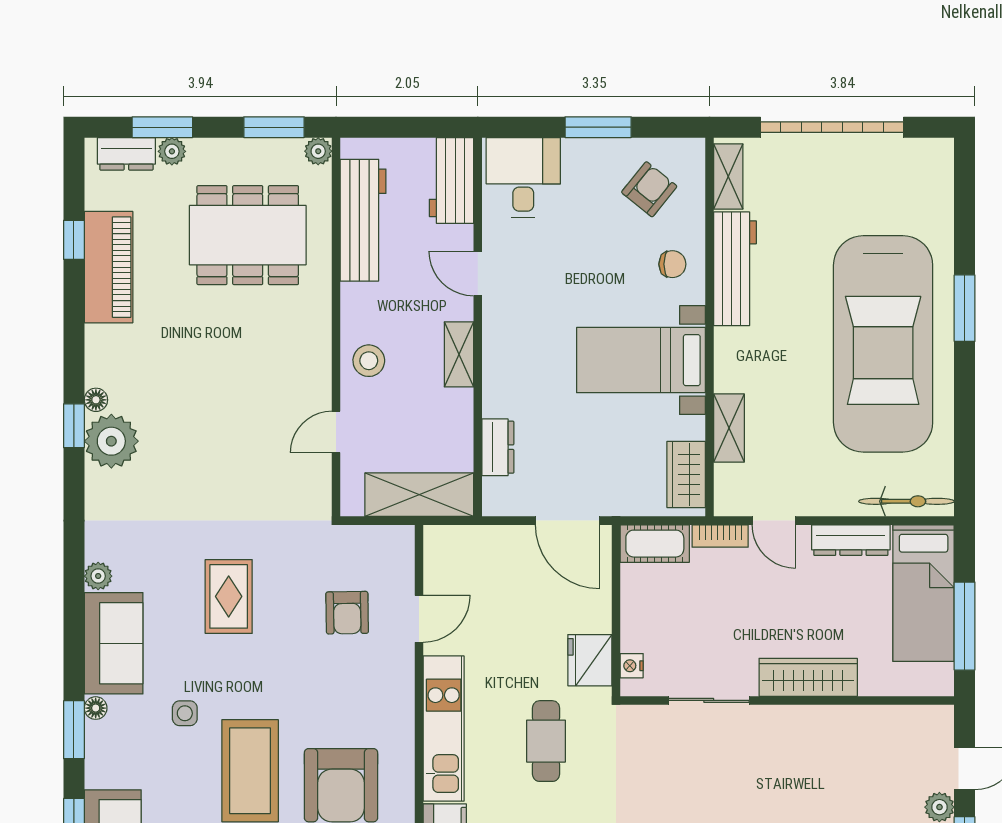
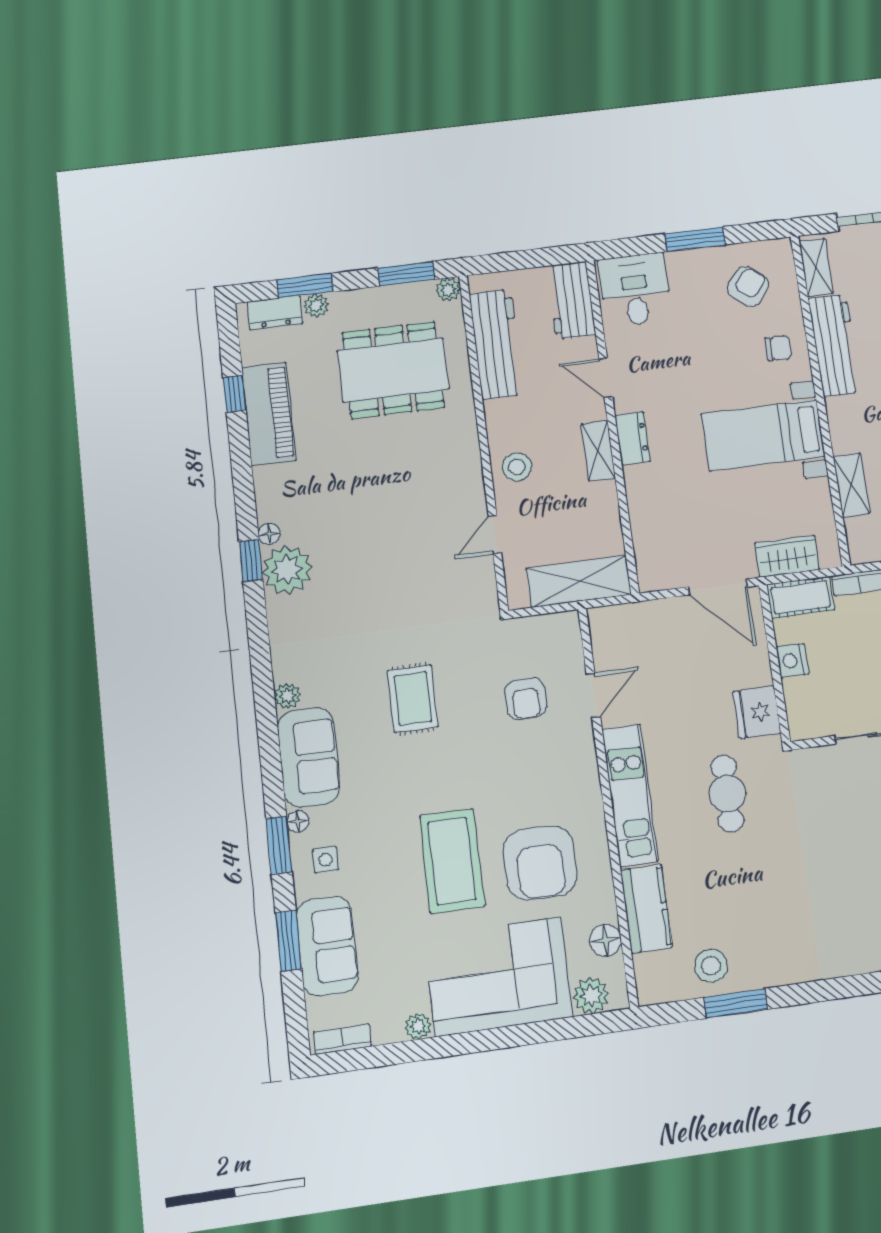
dresser: (498, 447) -> (632, 438), moved
wardrobe: (686, 474) -> (787, 556), moved, turned 90
nightstand: (632, 666) -> (792, 661), moved, width x1.39, depth x1.35
side table: (185, 713) -> (326, 860), moved

